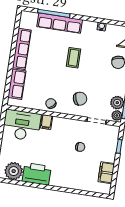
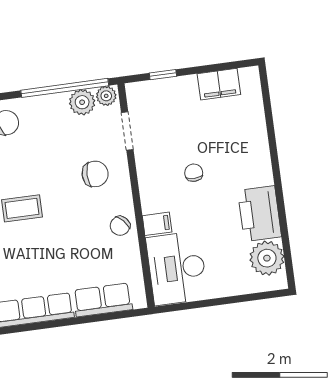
chair: (80, 99) -> (95, 174), turned 110
chair: (80, 147) -> (194, 173), moved

